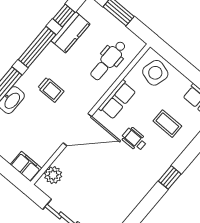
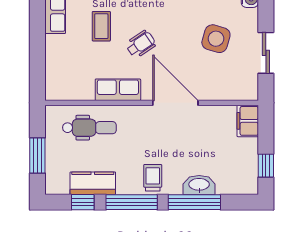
side table: (155, 73) -> (216, 39), moved
trolley: (51, 90) -> (153, 178), moved
wheelchair: (134, 139) -> (141, 44), turned -124
plant: (53, 175) -> (235, 90), removed

